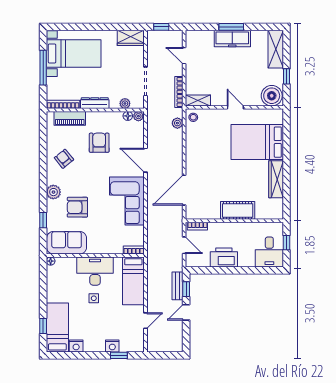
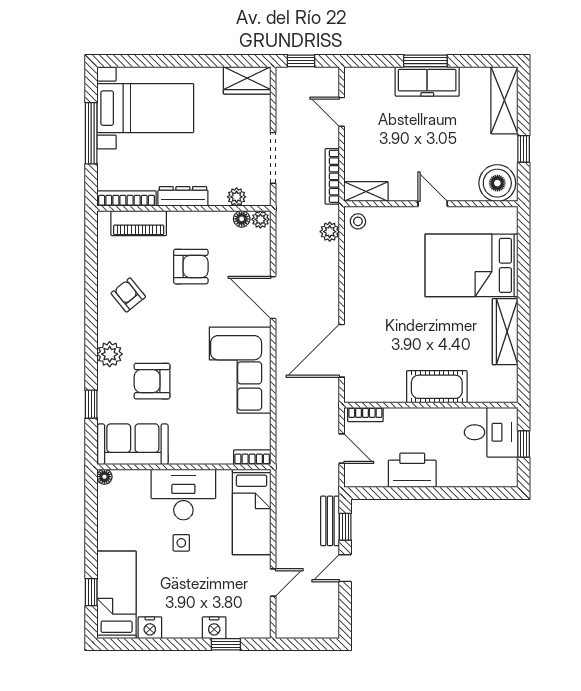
armchair: (99, 143) -> (191, 267), turned 90
desk: (269, 252) -> (491, 432), moved, turned -90

